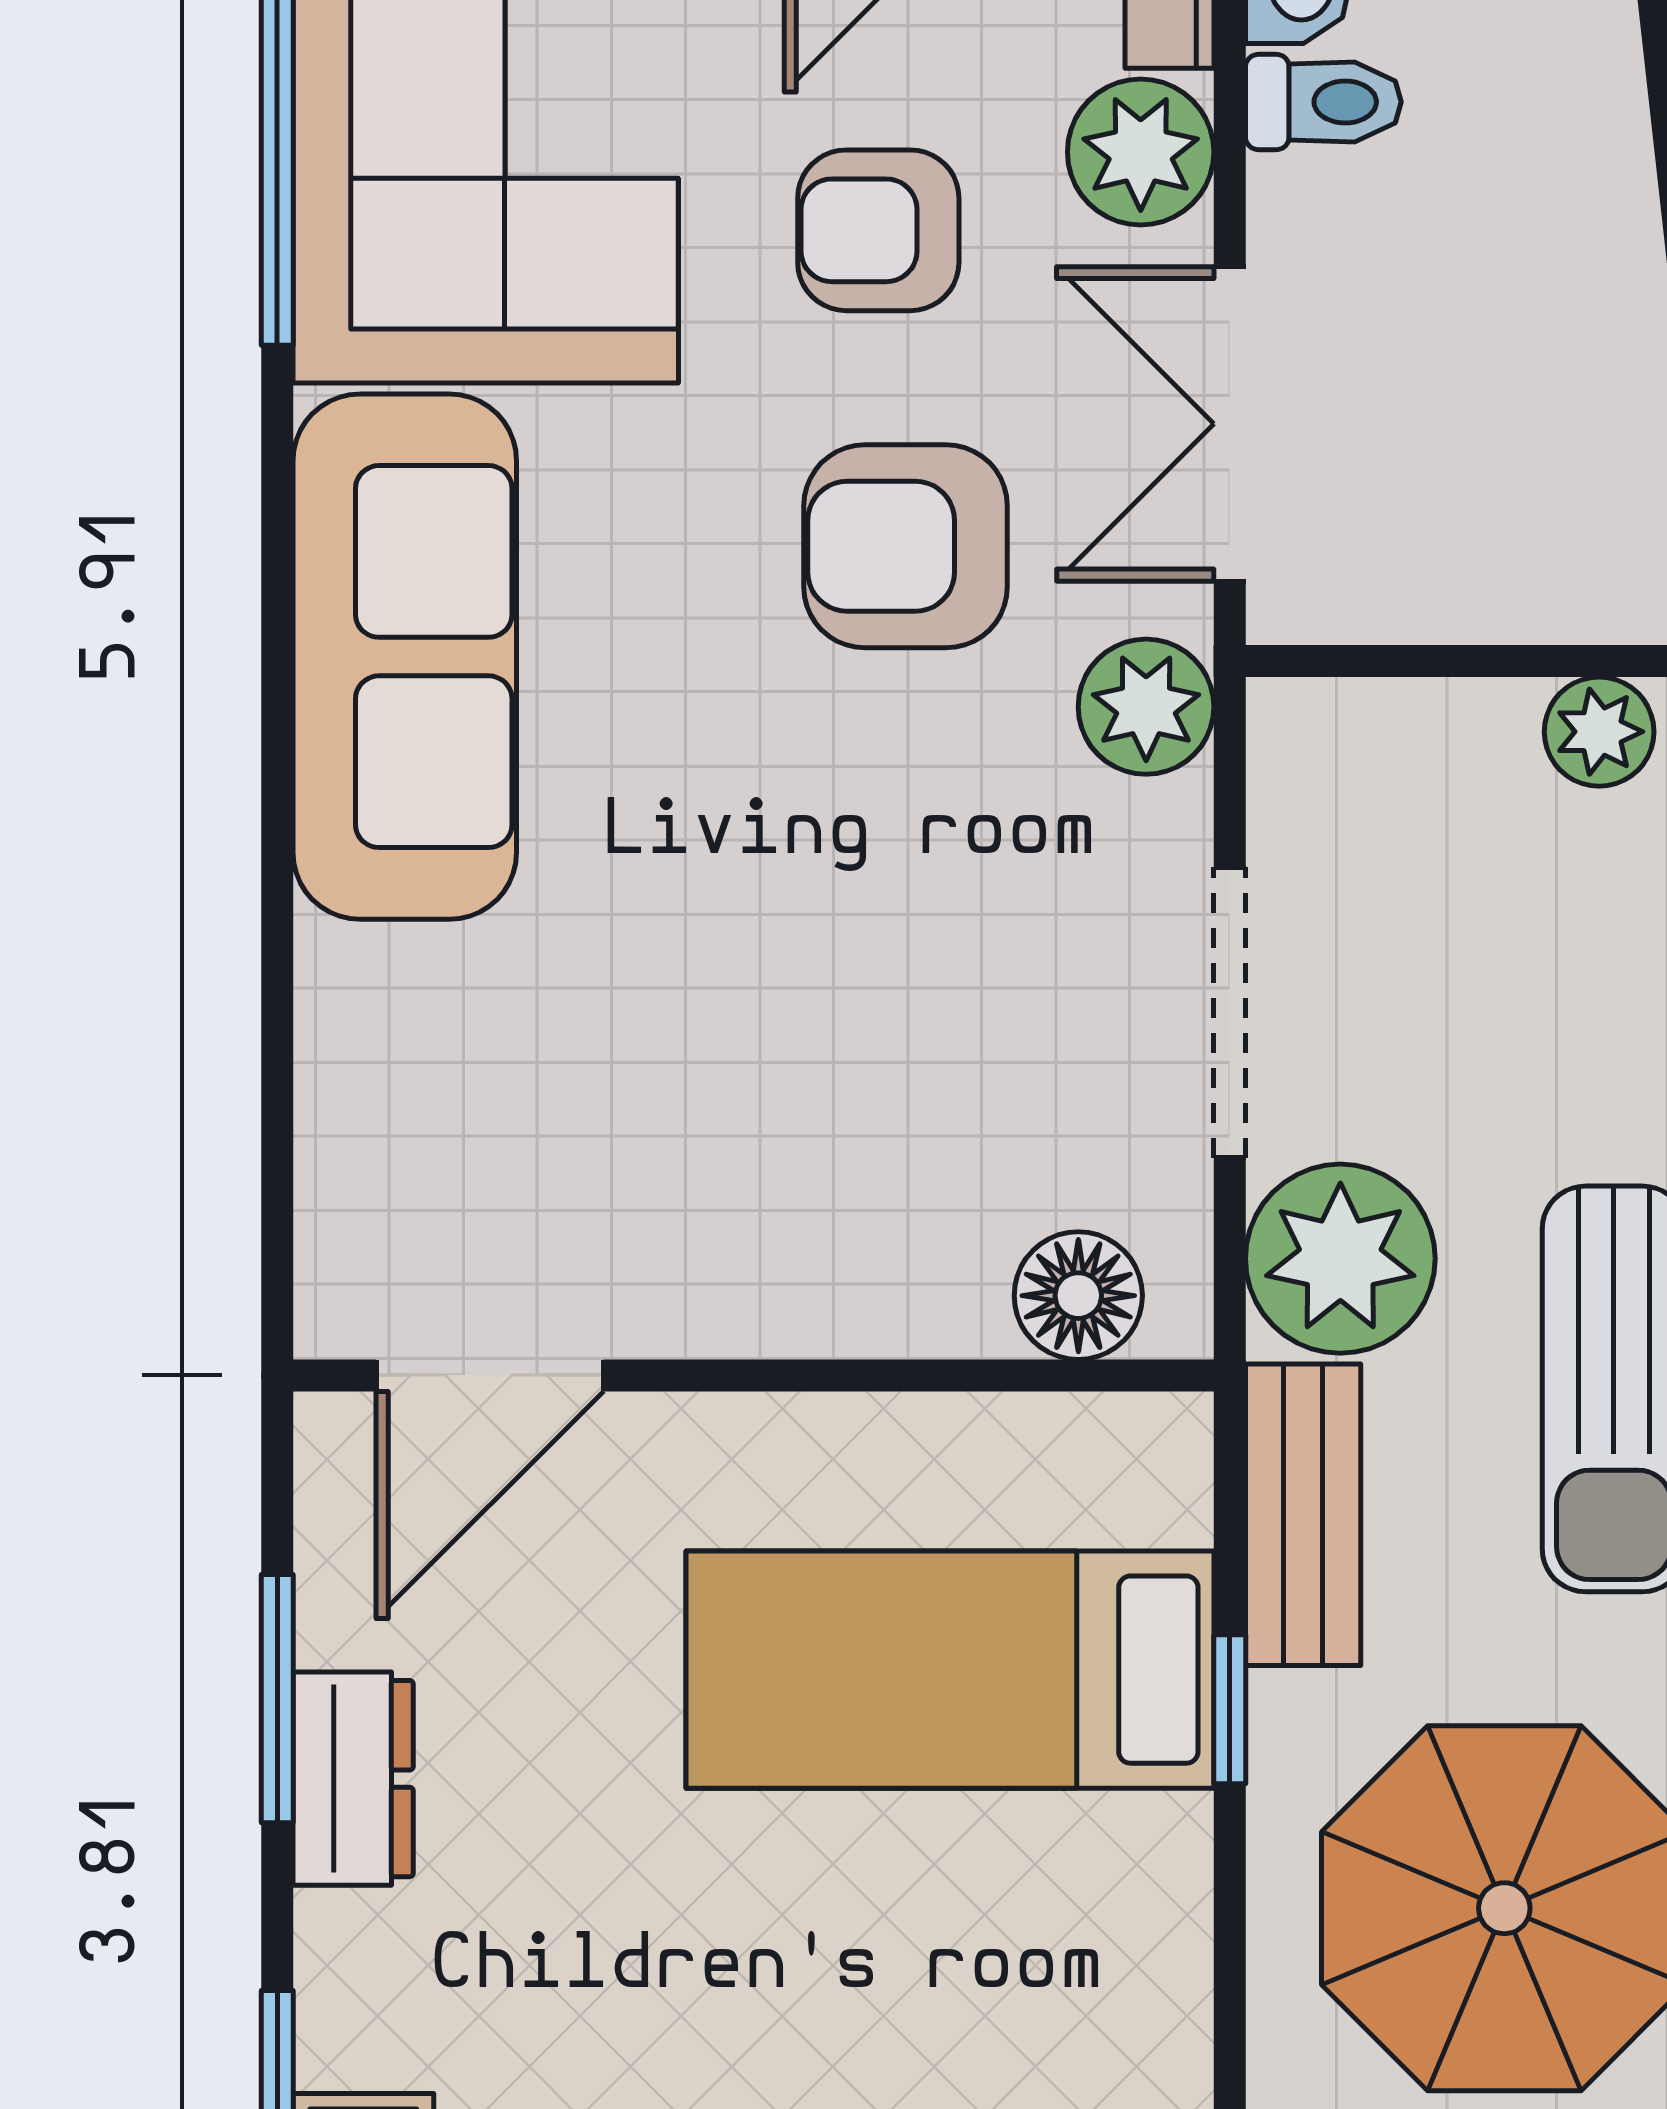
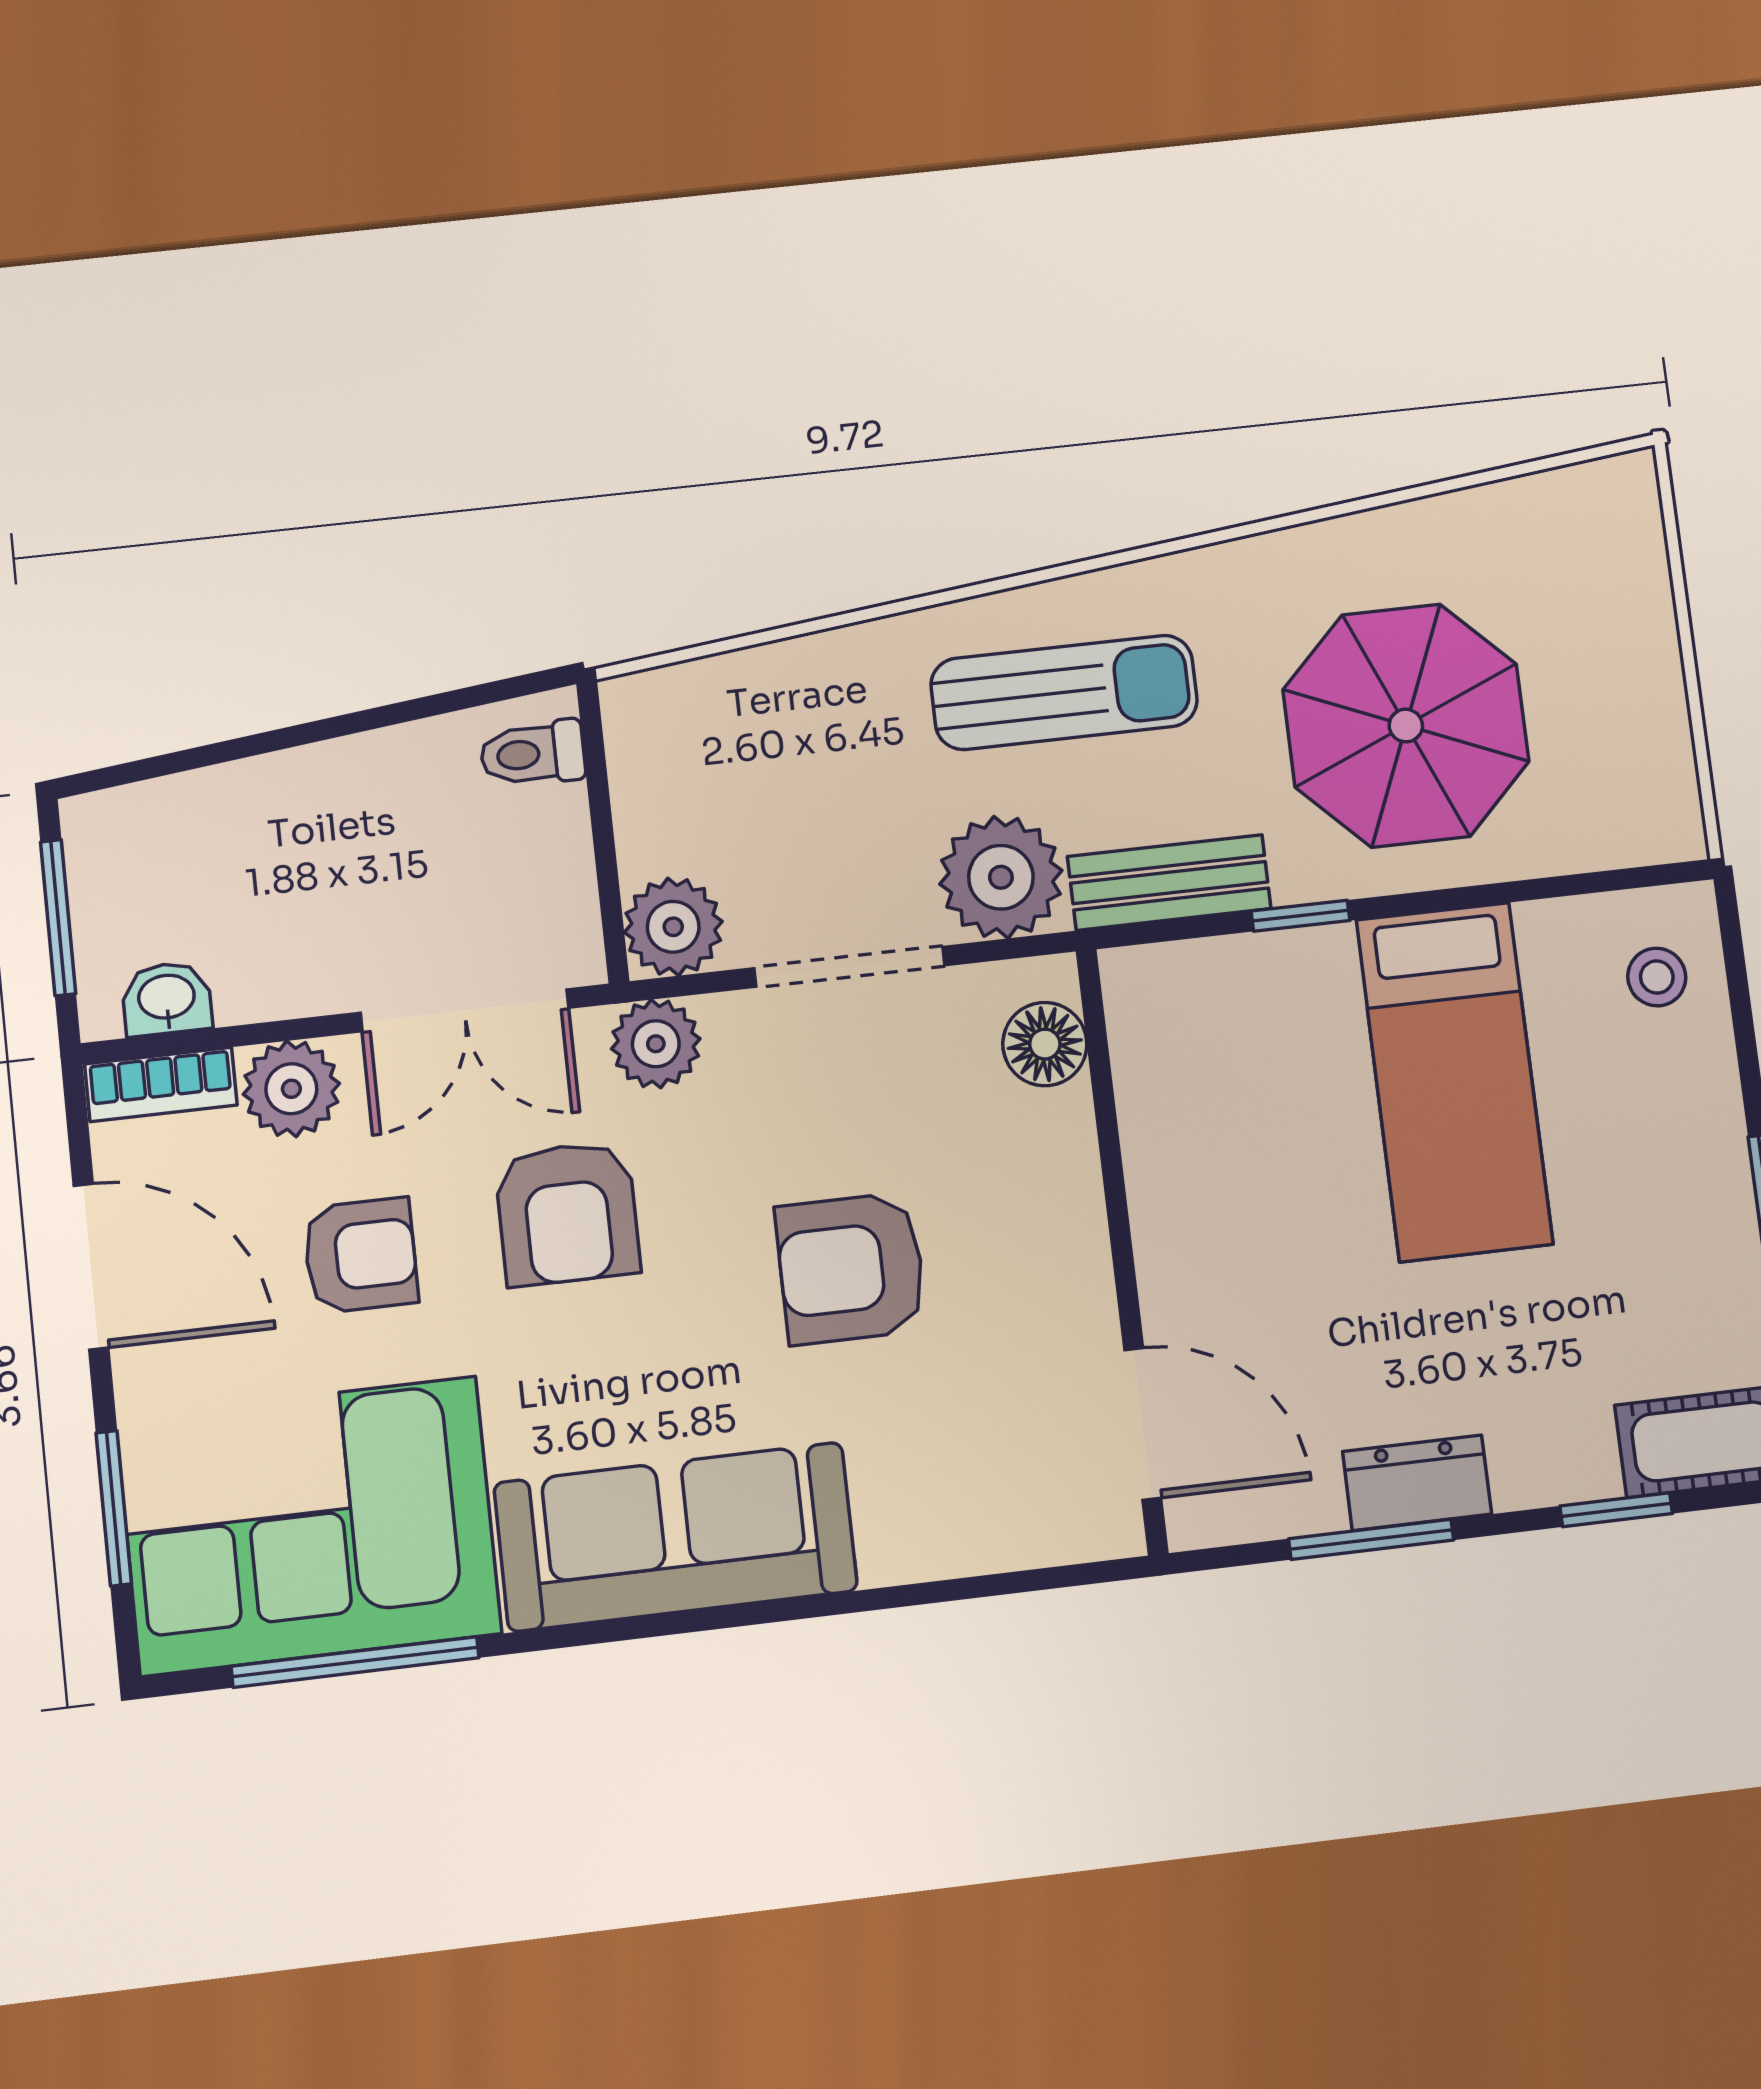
toilet: (1323, 102) -> (533, 754), moved, turned -90
armchair: (878, 230) -> (360, 1255), turned -90
plant: (1599, 732) -> (673, 927), moved, width x1.38, depth x1.38
armchair: (774, 963) -> (851, 1268), added
bed: (950, 1670) -> (1454, 1081), moved

